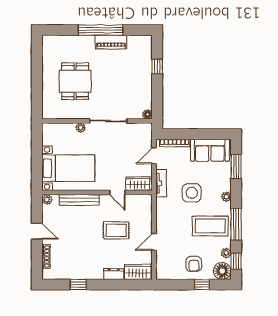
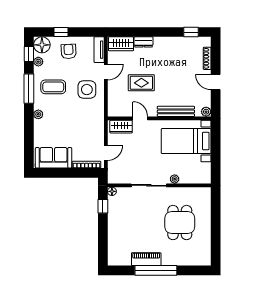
window: (157, 67) -> (103, 206), moved
window: (236, 166) -> (29, 143), removed
tv unit: (161, 183) -> (99, 50), moved
side table: (192, 193) -> (87, 90), moved
coffee table: (210, 226) -> (53, 87), width x0.73, depth x0.76
window: (78, 285) -> (191, 32), moved

